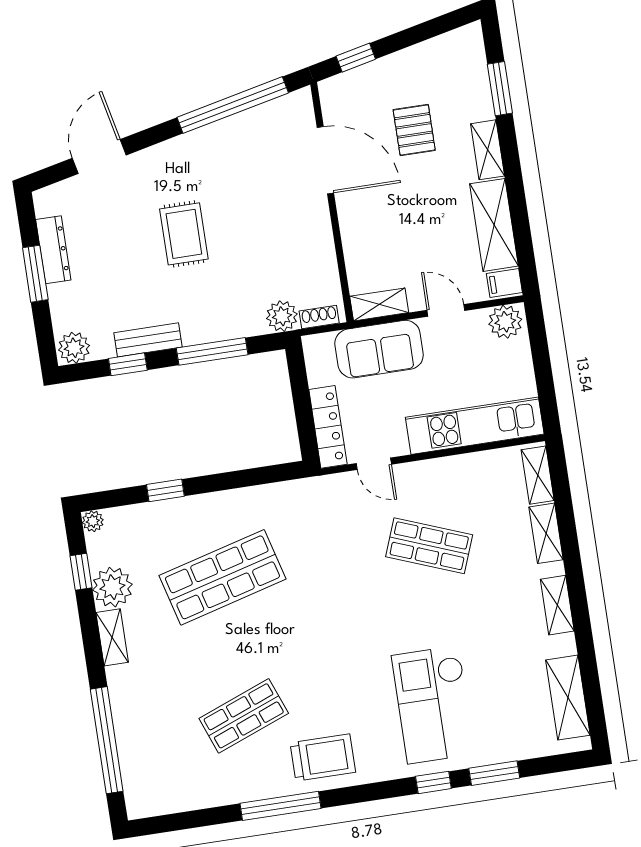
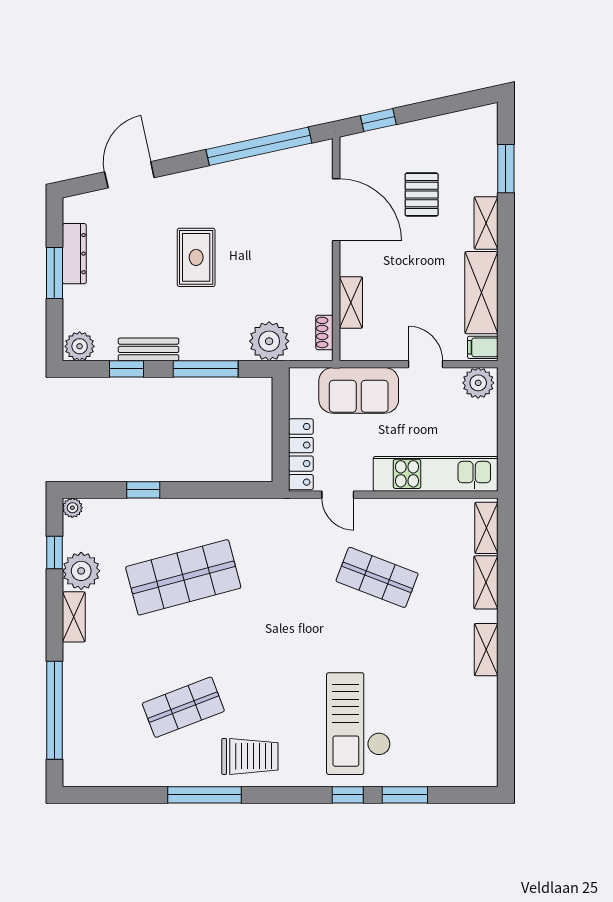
shelving: (379, 304) -> (351, 303), moved, turned 90
plant: (282, 316) -> (269, 341), width x1.36, depth x1.36
shoe rack: (319, 317) -> (324, 332), moved, turned -90
shelving: (568, 698) -> (483, 736), removed

